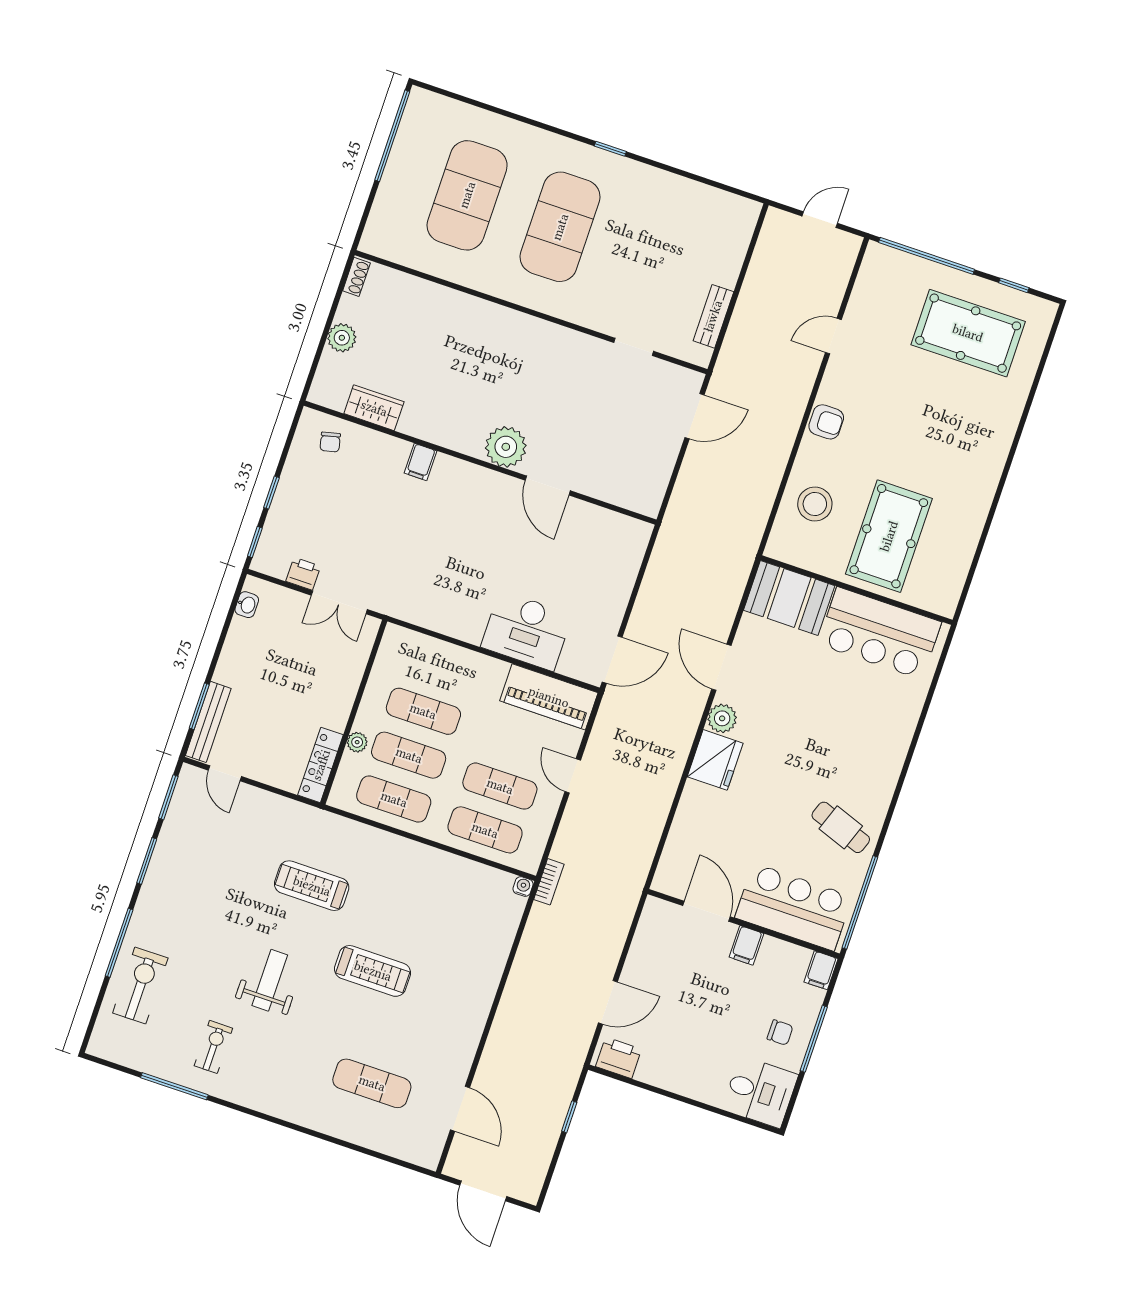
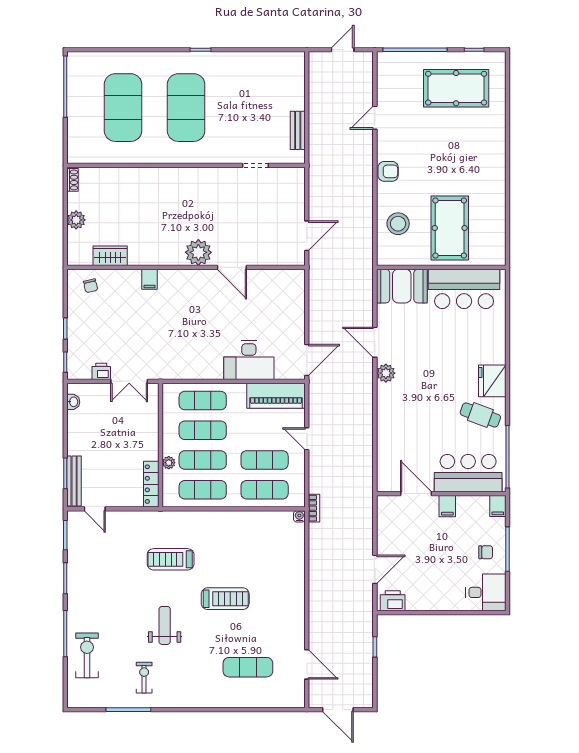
door: (694, 416) -> (307, 236), moved
exercise mat: (438, 667) -> (203, 401), added
fridge: (715, 760) -> (492, 381), moved, turned 180

